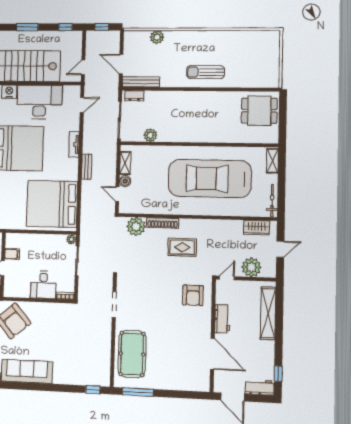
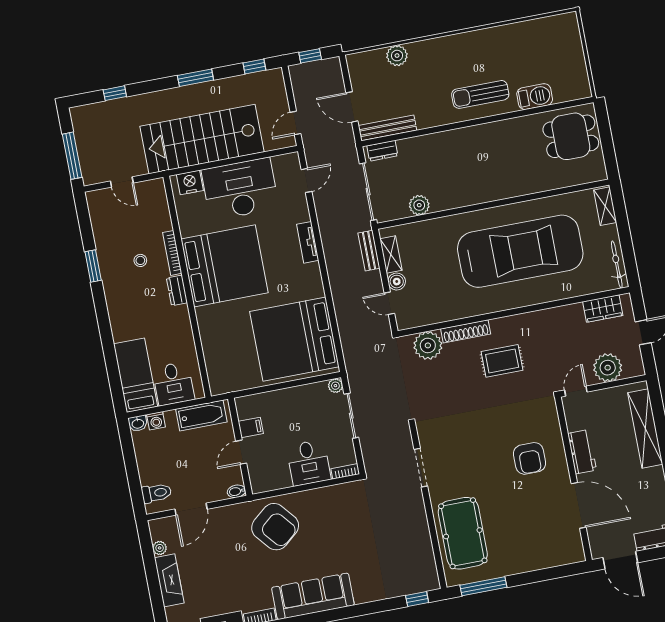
barbecue: (241, 80) -> (535, 97), added
bench: (87, 167) -> (369, 251), moved
car: (210, 178) -> (520, 251), turned 180
armchair: (193, 295) -> (530, 458), moved

